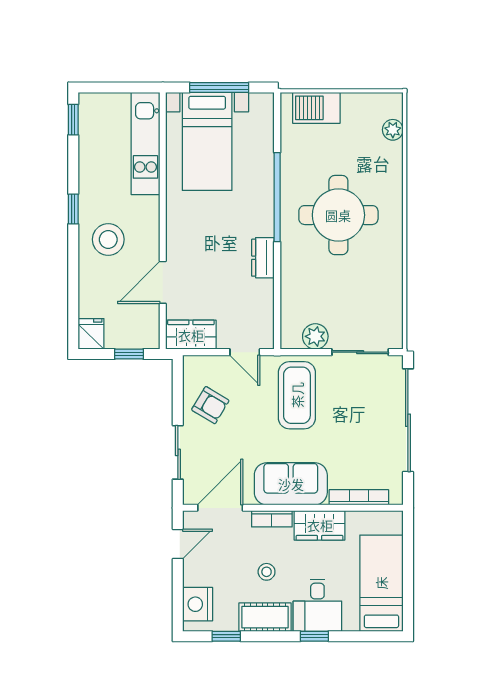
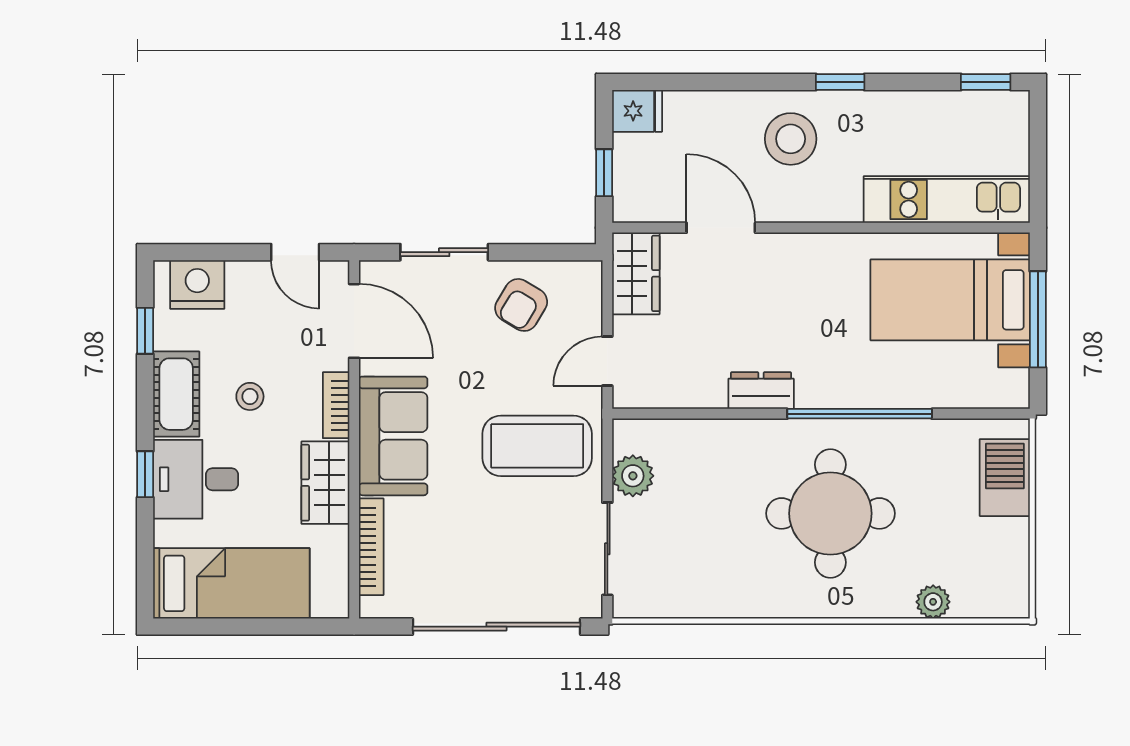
plant: (393, 130) -> (933, 602), moved

